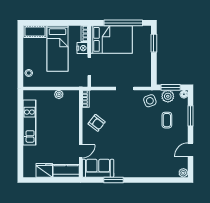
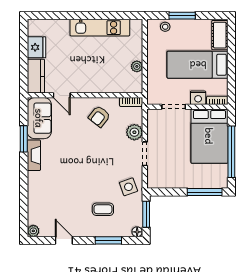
window: (154, 43) -> (205, 192), width x1.44
window: (20, 60) -> (182, 16), added
plant: (168, 96) -> (134, 132), moved
fireplace: (126, 172) -> (34, 155), added

